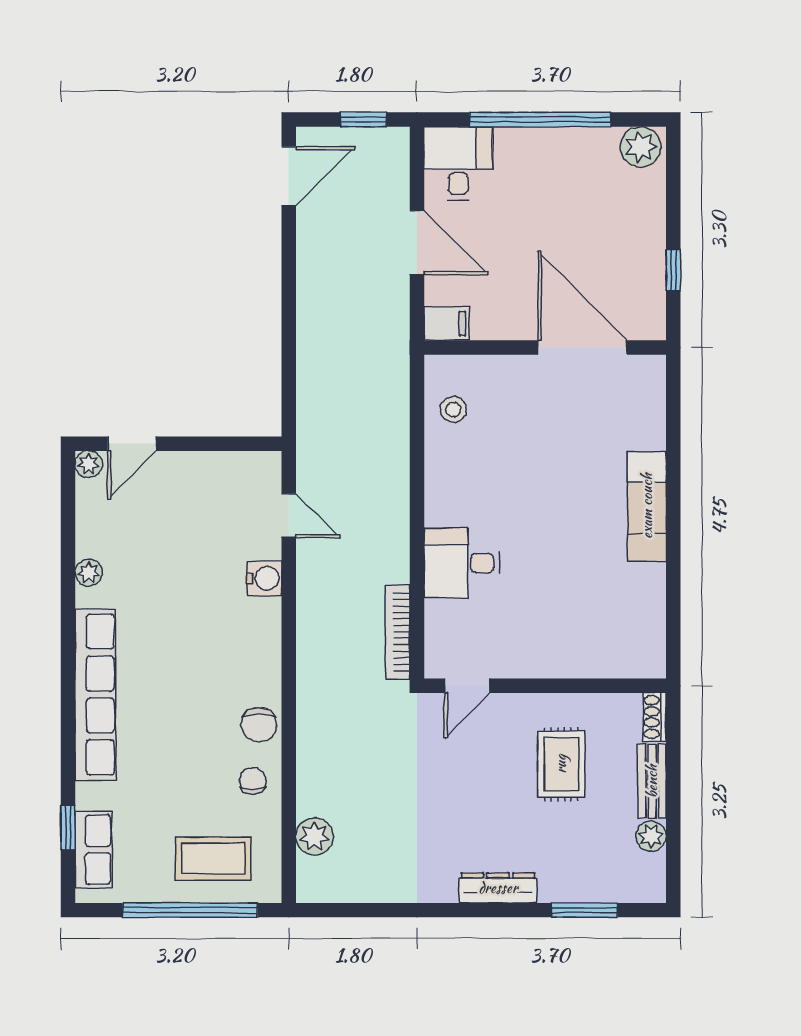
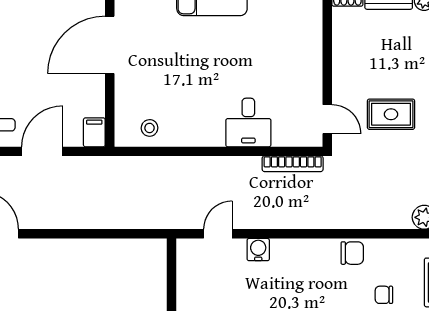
rug: (561, 764) -> (391, 114), moved
chair: (253, 781) -> (384, 295), moved

